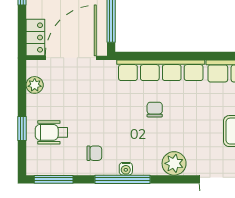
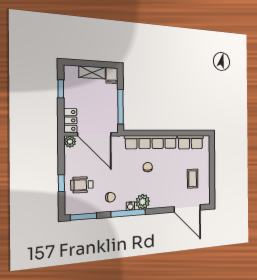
door: (71, 58) -> (95, 134), swing flipped
plant: (35, 85) -> (70, 142), moved
plant: (174, 163) -> (143, 202), moved

